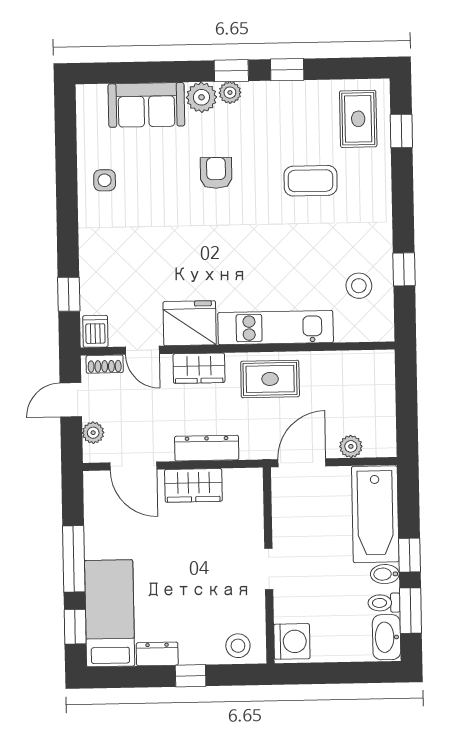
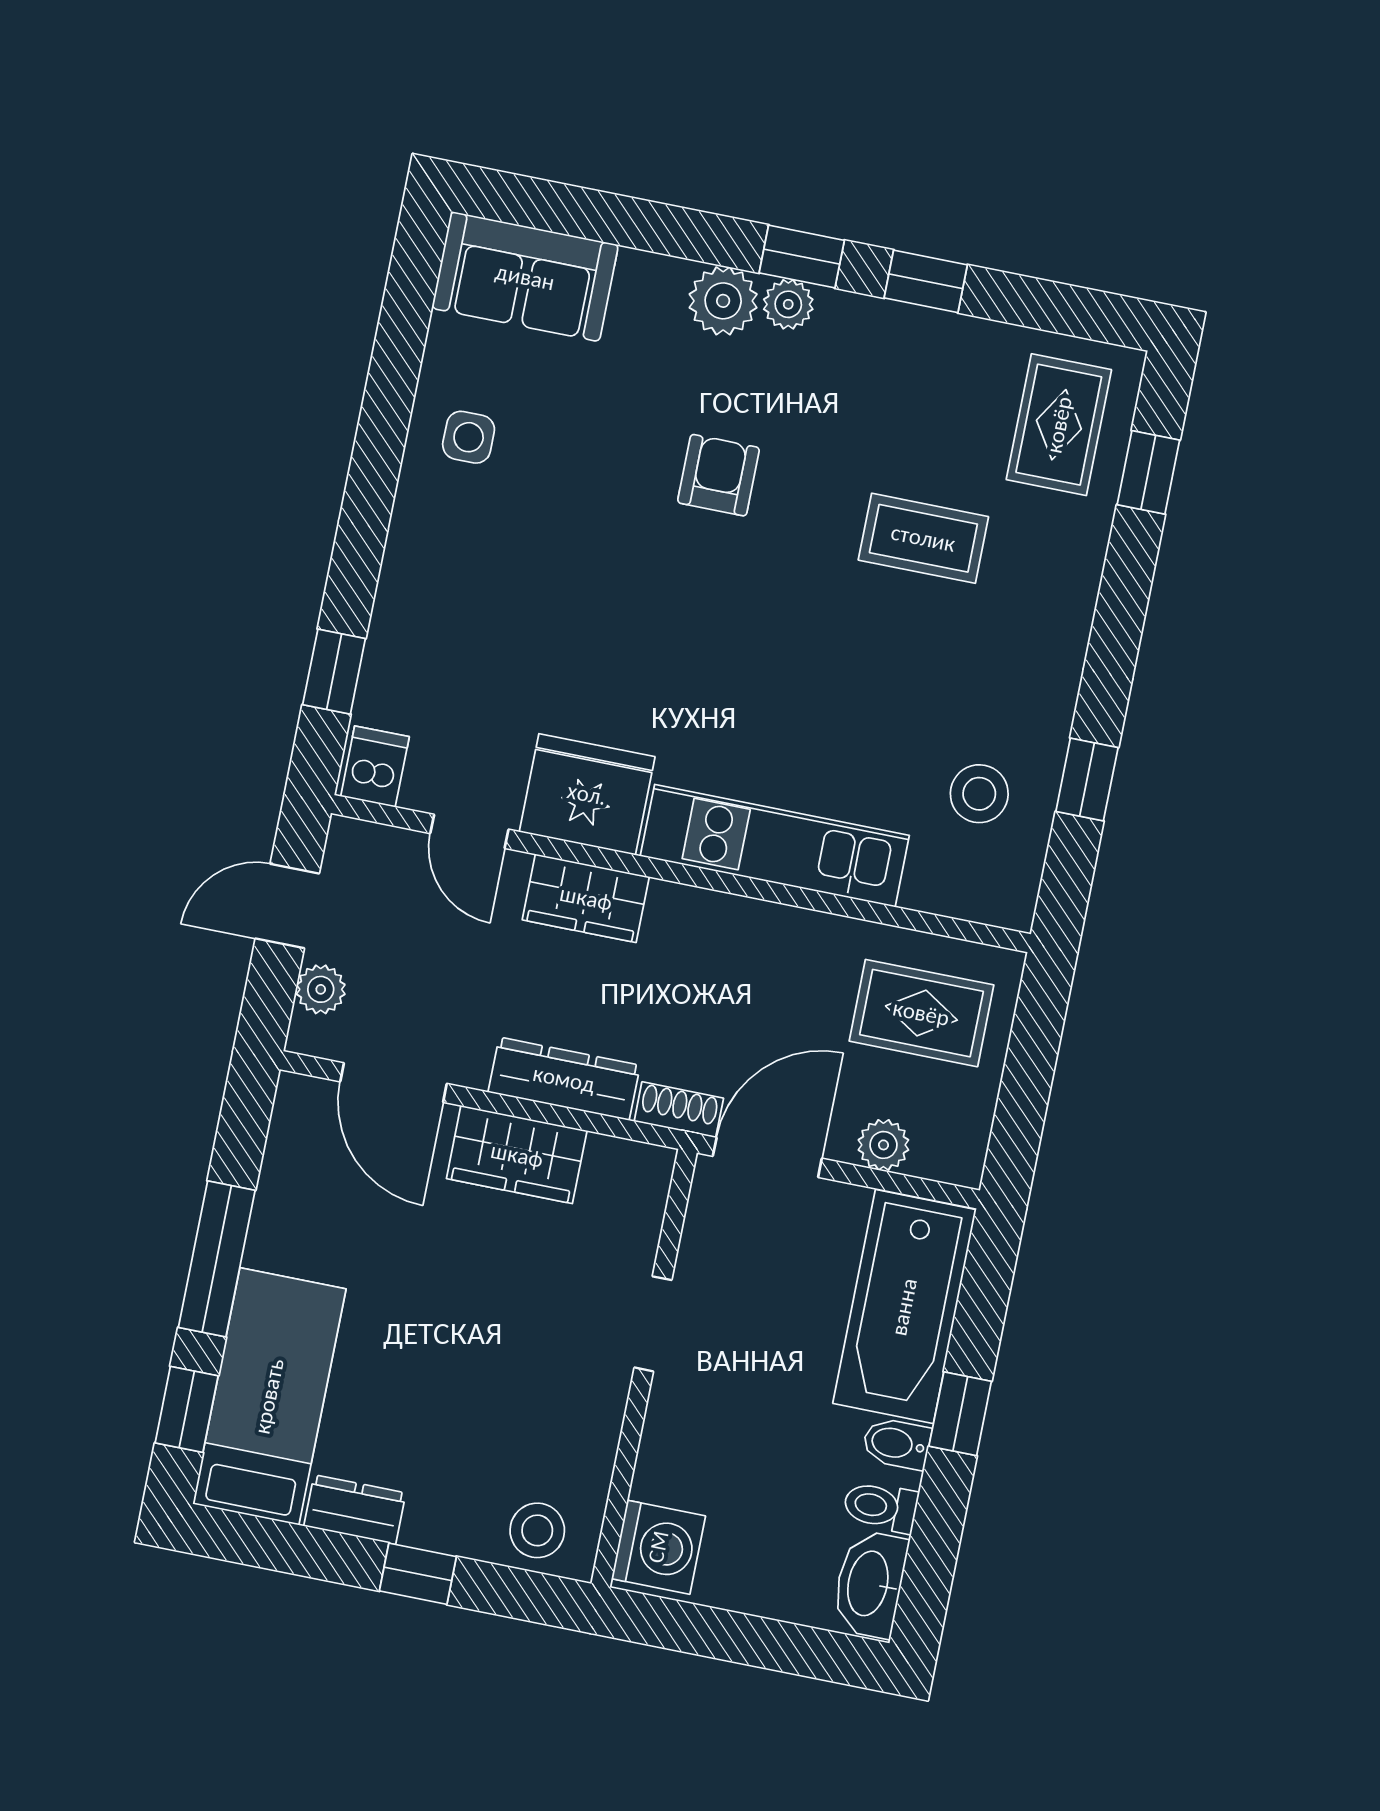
sofa: (146, 105) -> (525, 277), moved
shoe rack: (105, 364) -> (679, 1110), moved, turned 180
rug: (270, 379) -> (921, 1013), moved
doorway: (269, 569) -> (653, 1324), moved
window: (411, 611) -> (936, 1537), removed

